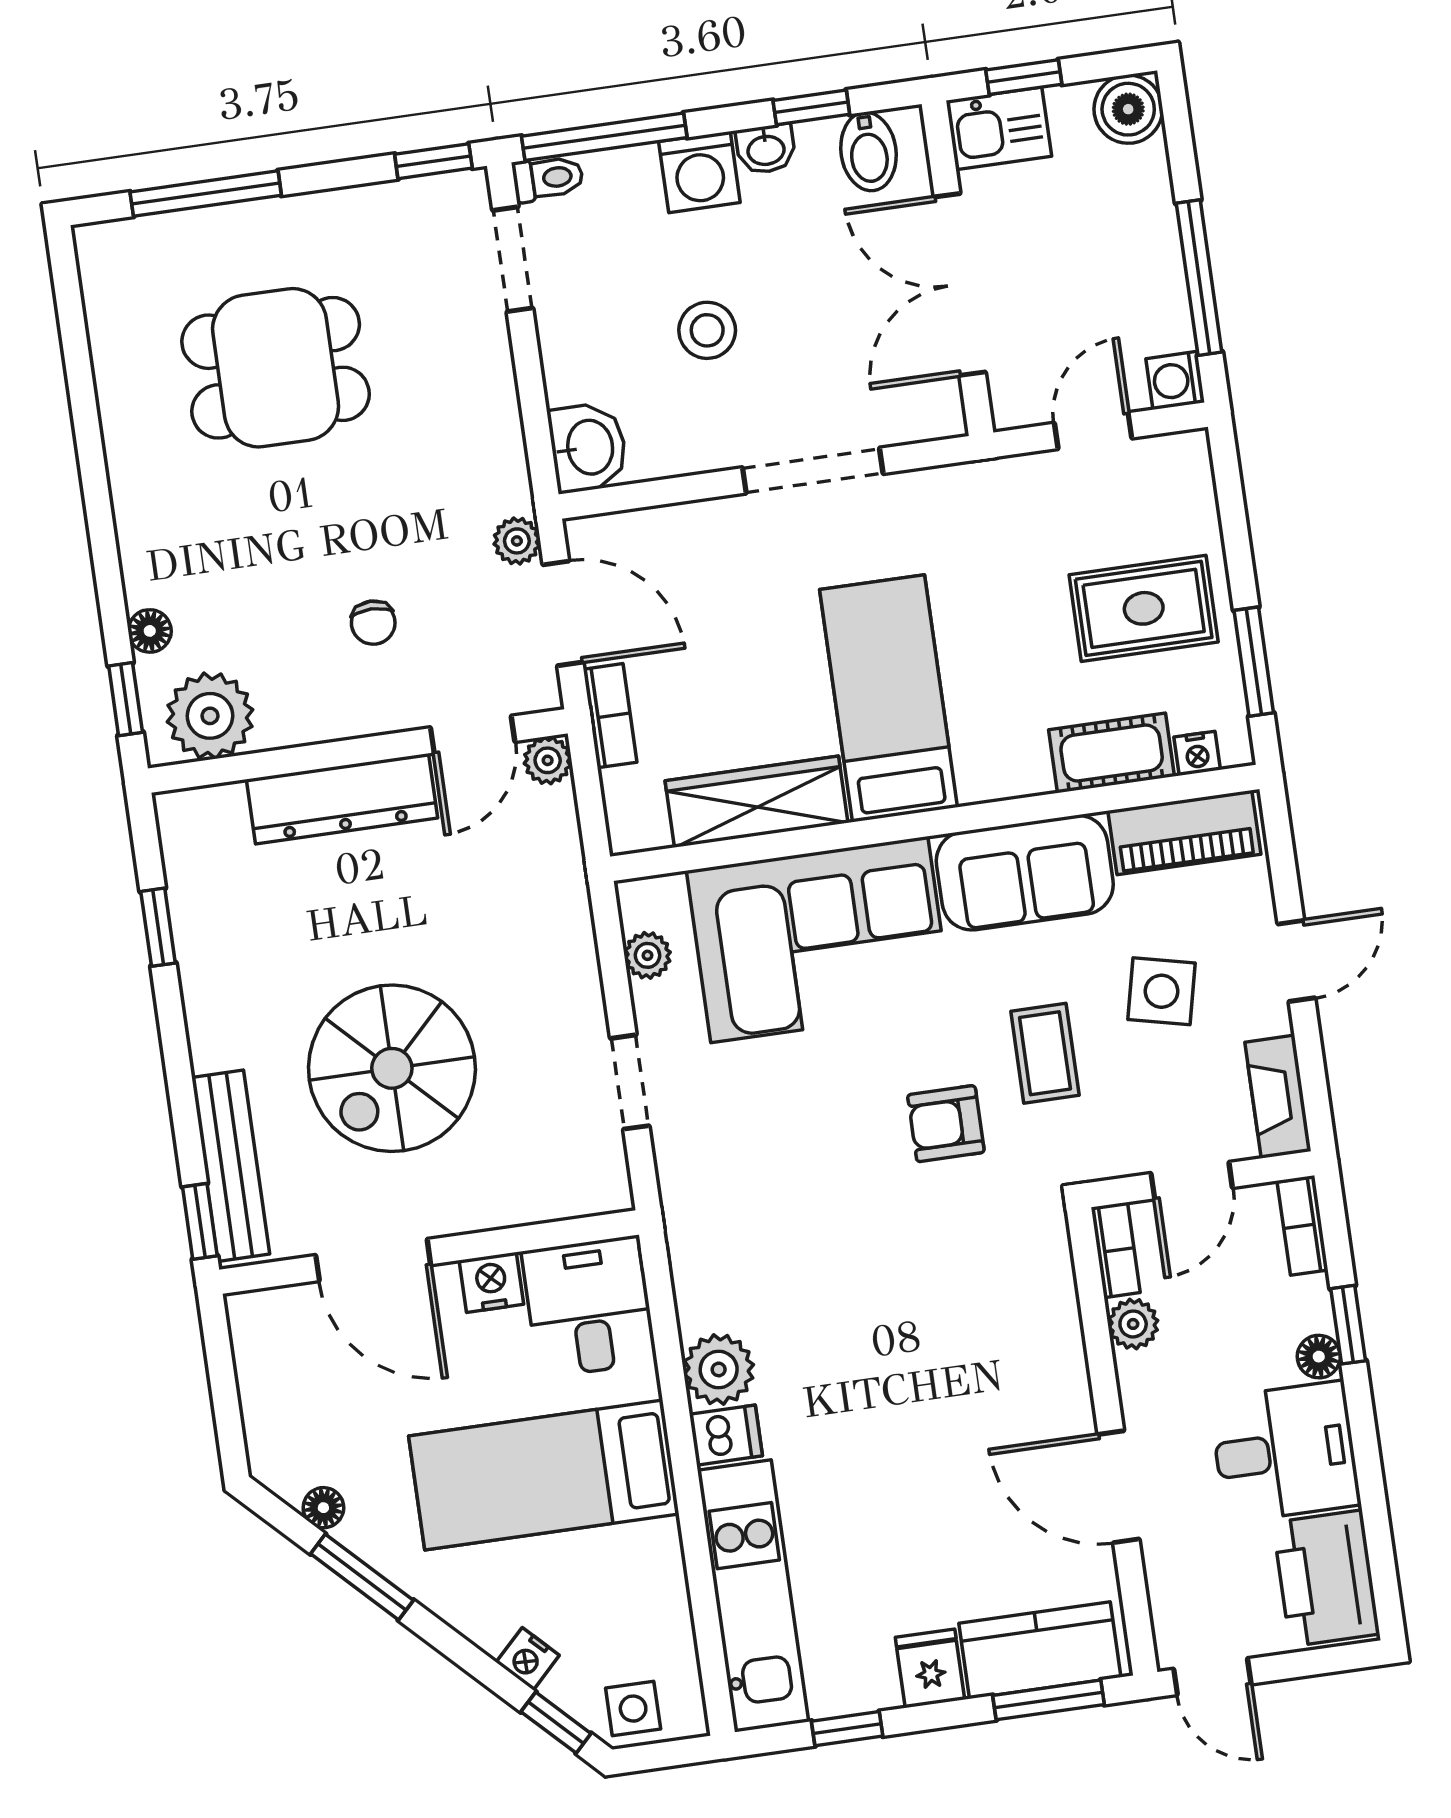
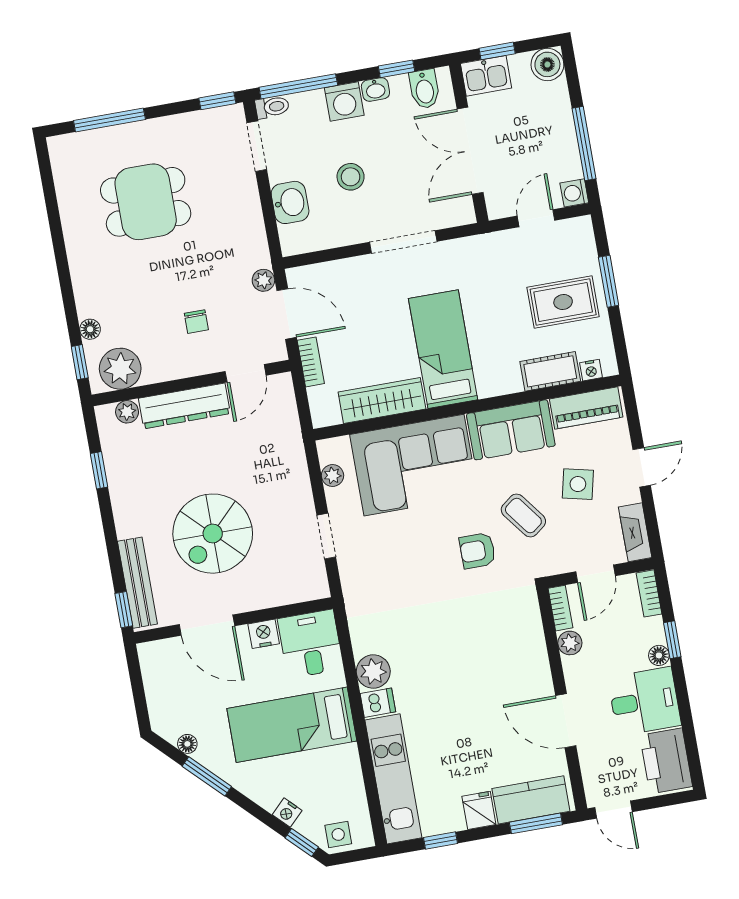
washbasin: (588, 447) -> (290, 202), moved
window: (1254, 662) -> (609, 281), moved
plant: (548, 760) -> (127, 412), moved
coffee table: (1045, 1053) -> (523, 515), turned -37

